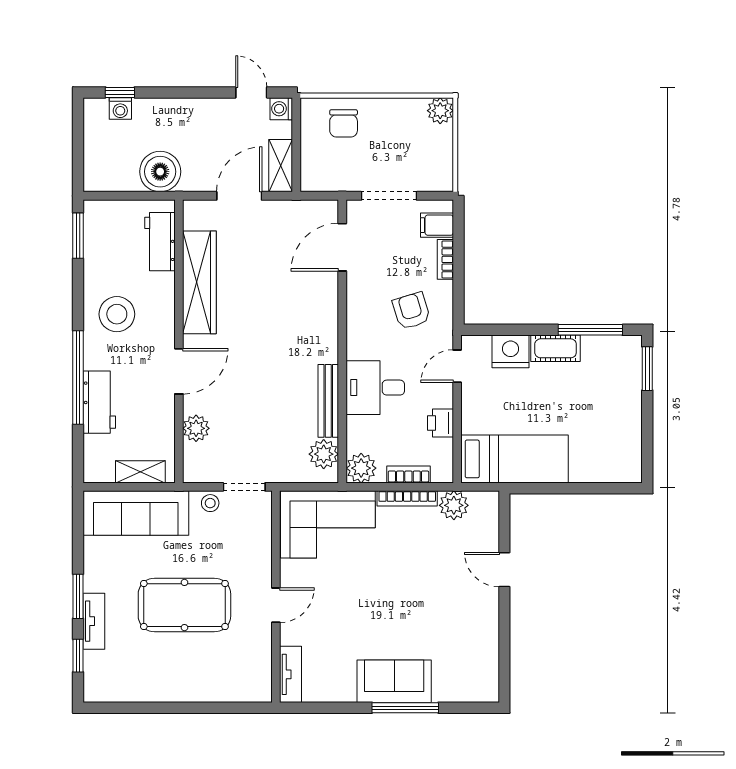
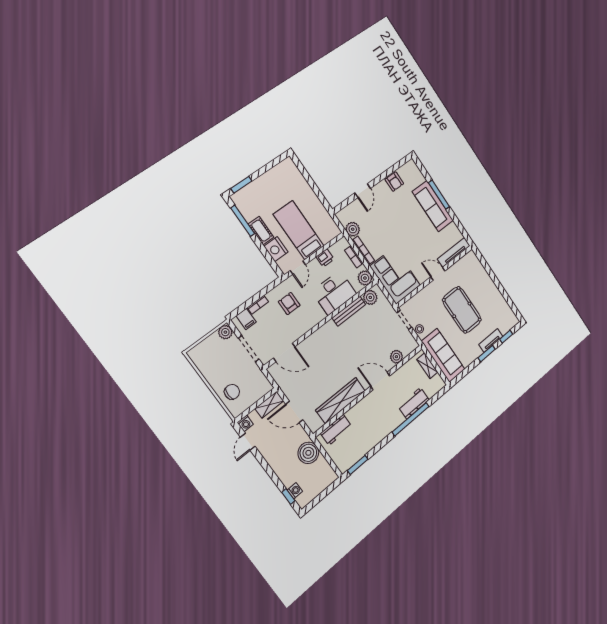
plant: (440, 111) -> (225, 332), moved
armchair: (411, 311) -> (289, 304), turned 107
stool: (117, 314) -> (376, 424), removed
door: (457, 366) -> (298, 268), hinge flipped
desk: (375, 388) -> (334, 293), width x1.37
bed: (515, 459) -> (299, 230), moved
armchair: (482, 639) -> (394, 182), added
tv unit: (290, 674) -> (454, 252), width x1.41
sofa: (394, 681) -> (433, 206), width x1.36

